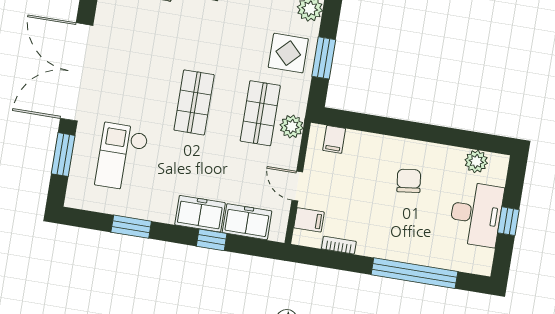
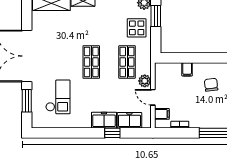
window: (324, 58) -> (156, 16), moved
plant: (292, 127) -> (145, 81), moved
filing cabinet: (334, 139) -> (187, 69), moved
checkout: (122, 157) -> (58, 97), turned 180
window: (131, 227) -> (69, 133), removed

